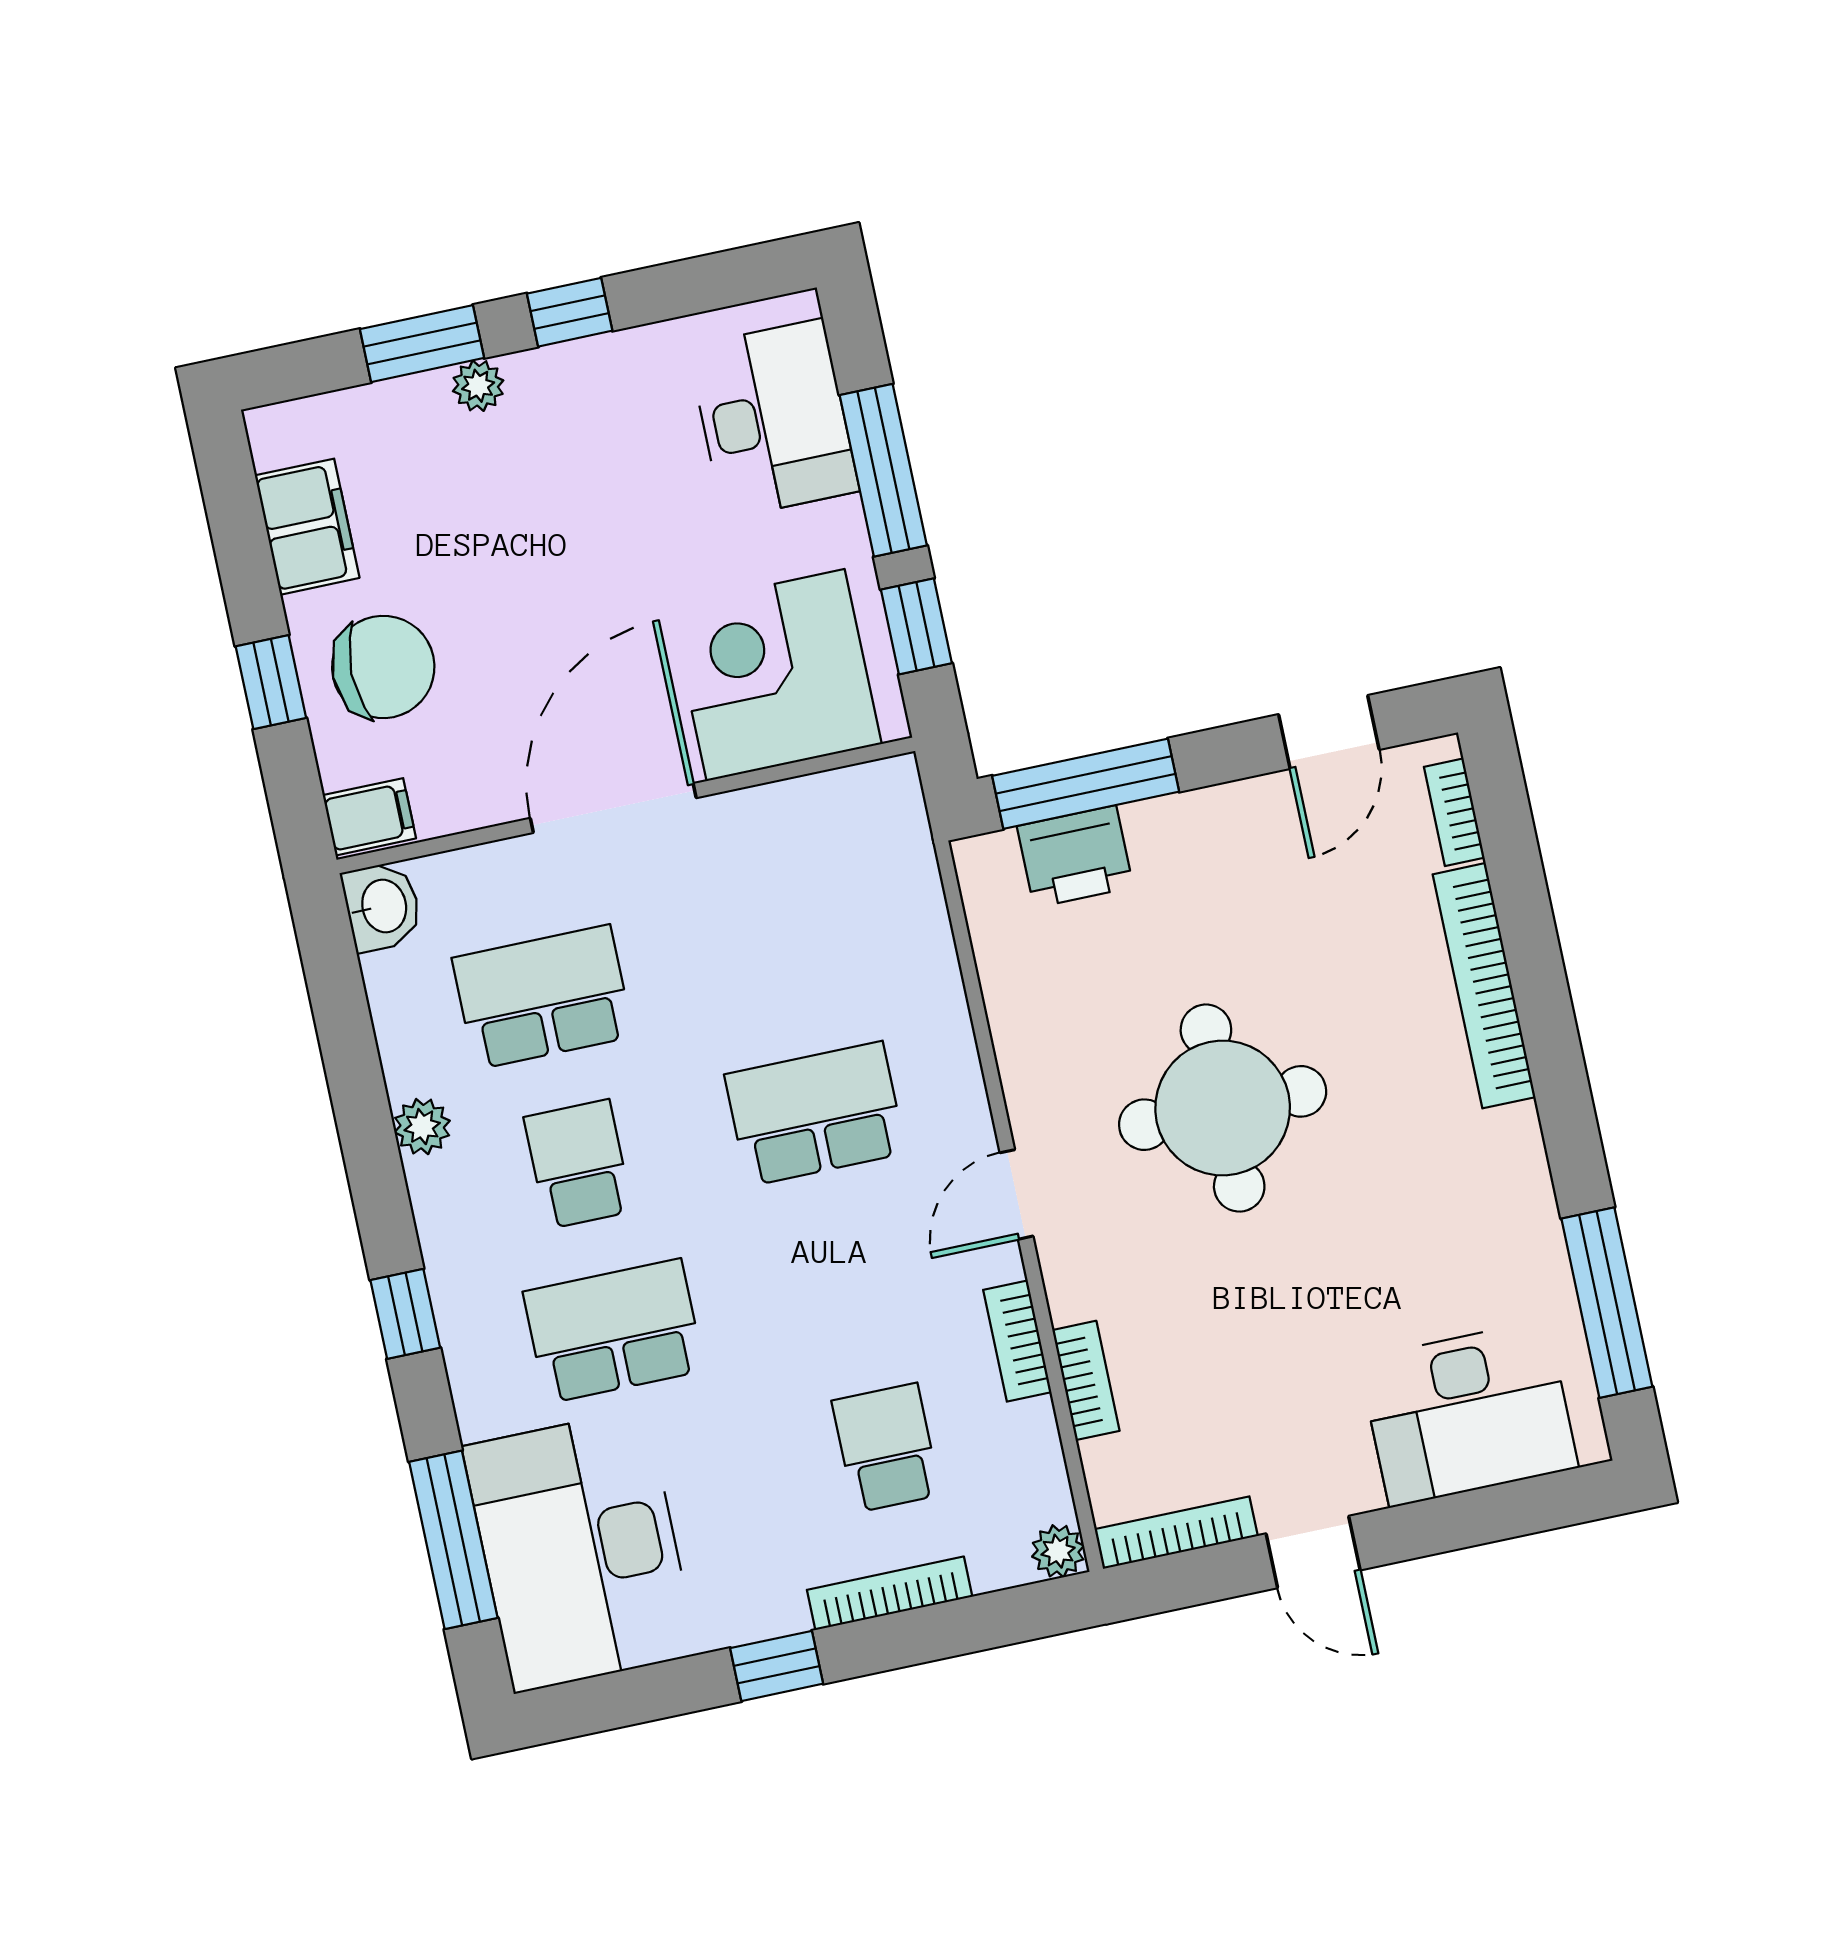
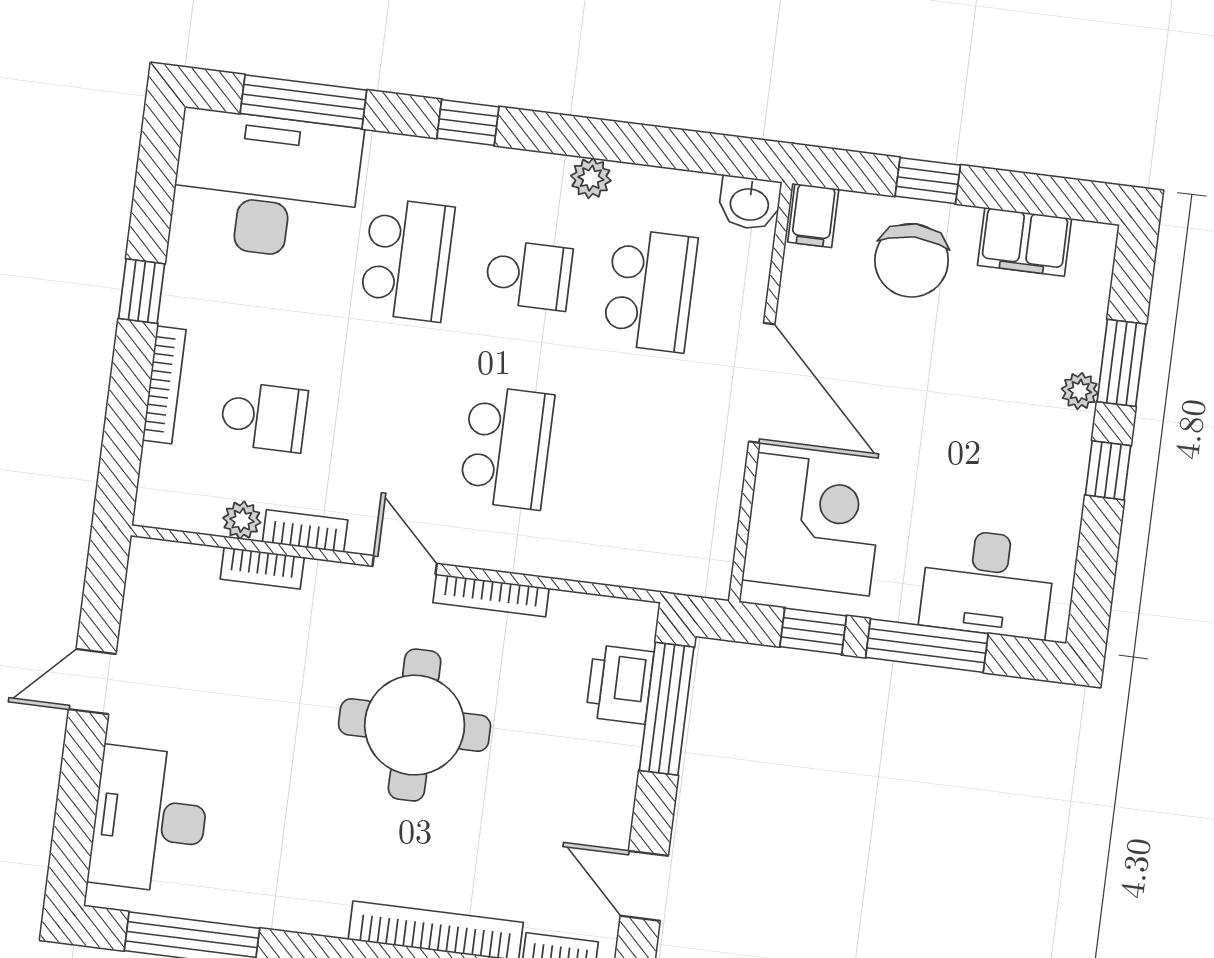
bookcase: (1176, 1533) -> (491, 595), moved, turned 90
plant: (1058, 1551) -> (242, 520), moved

